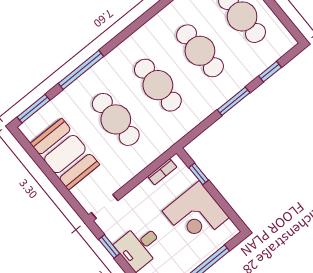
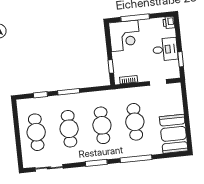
window: (33, 109) -> (96, 163), moved
booth: (65, 154) -> (174, 134), moved
doorway: (105, 206) -> (158, 82), moved
corner desk: (196, 214) -> (125, 36), moved, turned 90

